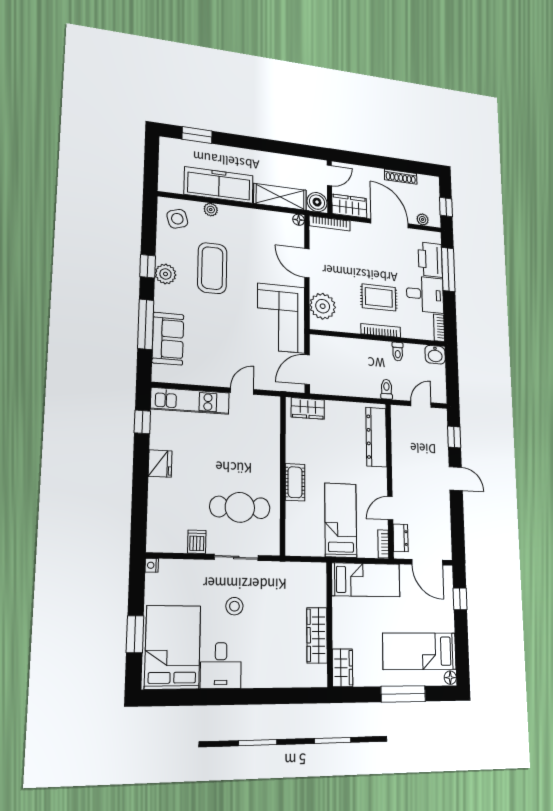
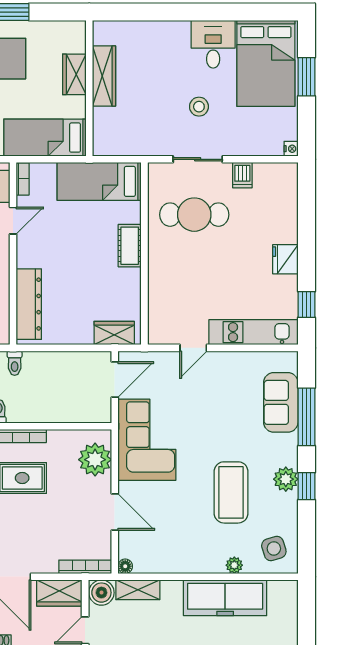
shelving: (280, 197) -> (138, 590), width x0.67, depth x0.75
bed: (341, 520) -> (99, 181), moved, turned 90
wardrobe: (343, 668) -> (74, 74), moved

